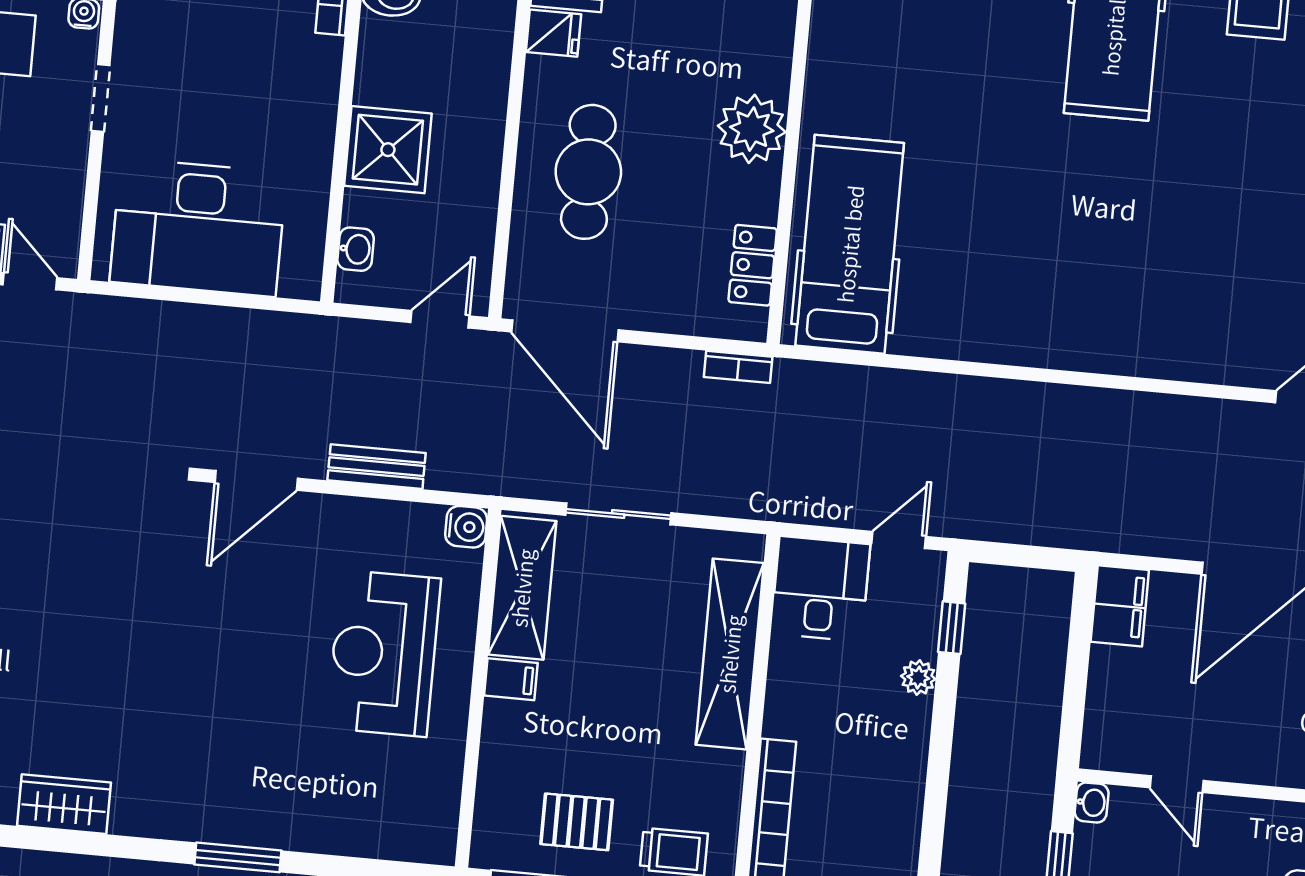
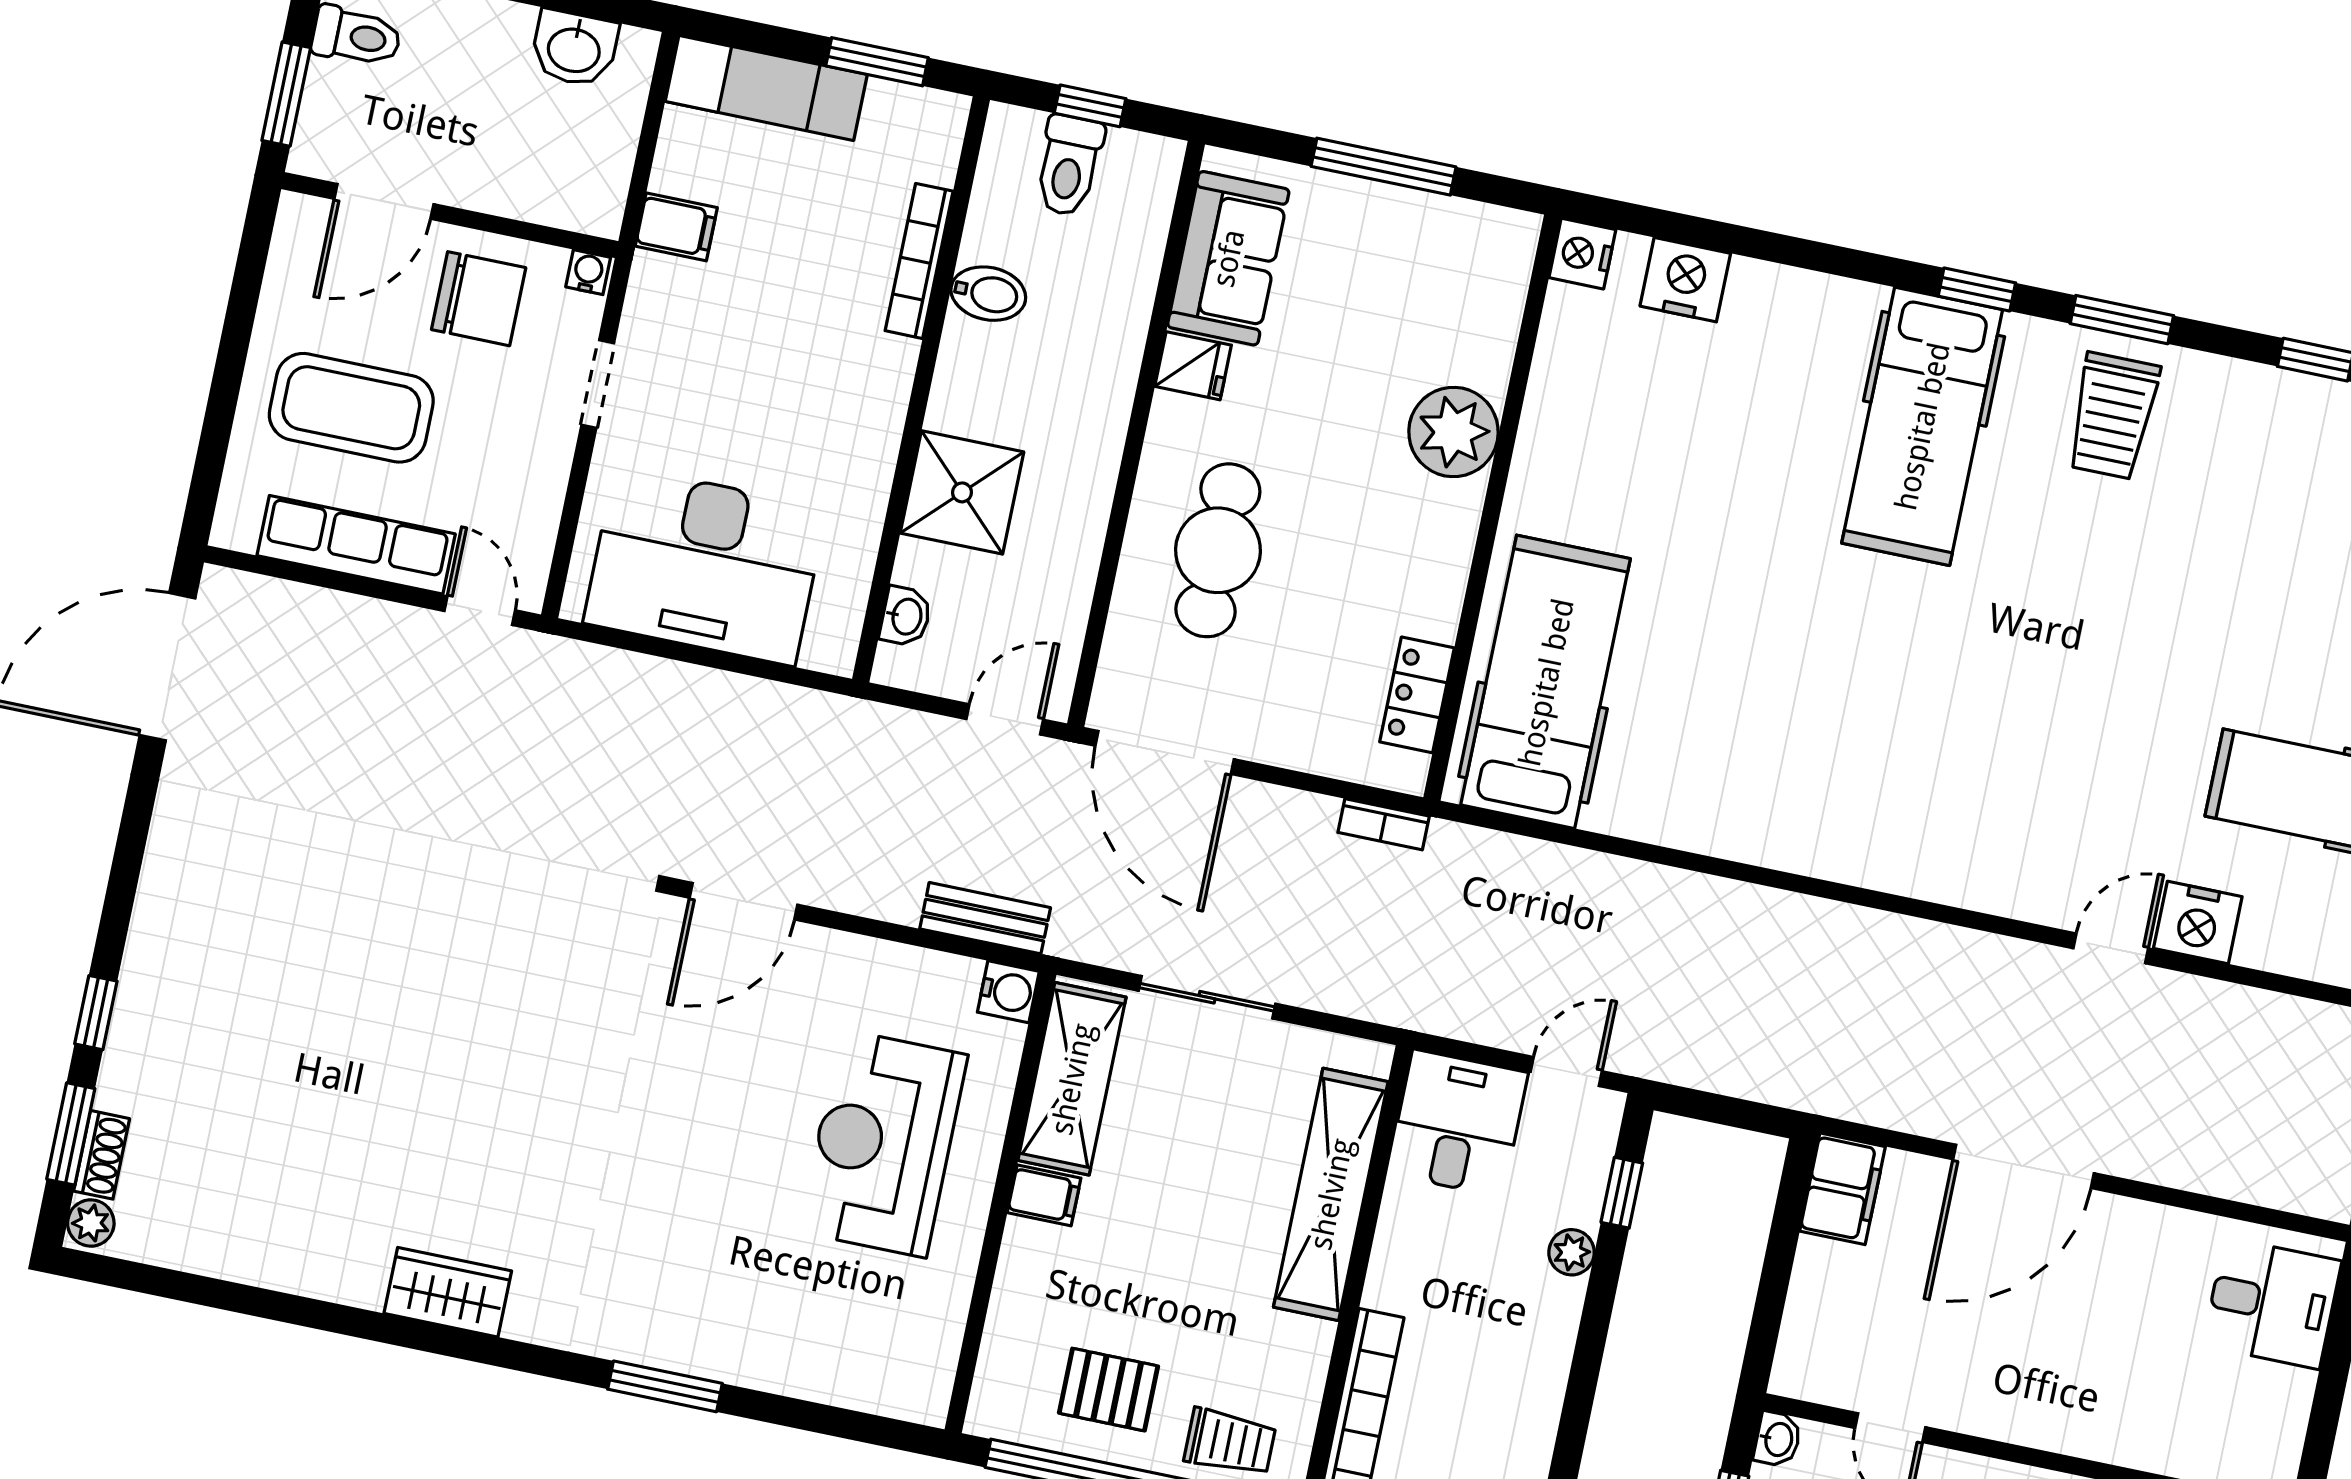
plant: (752, 129) -> (1453, 432), moved
bench: (377, 467) -> (985, 918), moved

